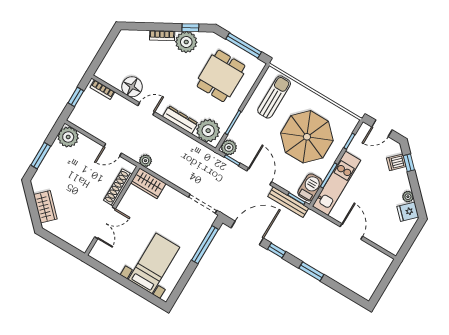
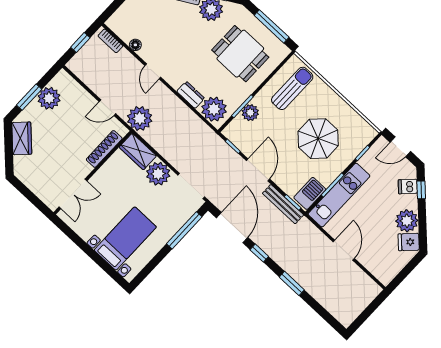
dining table: (221, 76) -> (240, 54), turned 90
floor lamp: (132, 87) -> (135, 45), width x0.53, depth x0.53
door: (146, 109) -> (153, 71), swing flipped
dresser: (180, 120) -> (191, 95), width x0.70
plant: (68, 137) -> (49, 98), moved
parasol: (307, 137) -> (318, 139), width x0.73, depth x0.73
plant: (229, 147) -> (250, 113), moved
plant: (145, 161) -> (140, 118), width x1.88, depth x1.88
plant: (408, 197) -> (407, 221), width x1.88, depth x1.88
plant: (171, 199) -> (158, 174), added
wardrobe: (45, 207) -> (22, 138), moved
double door: (105, 223) -> (73, 194), moved
door: (247, 233) -> (232, 228), hinge flipped

